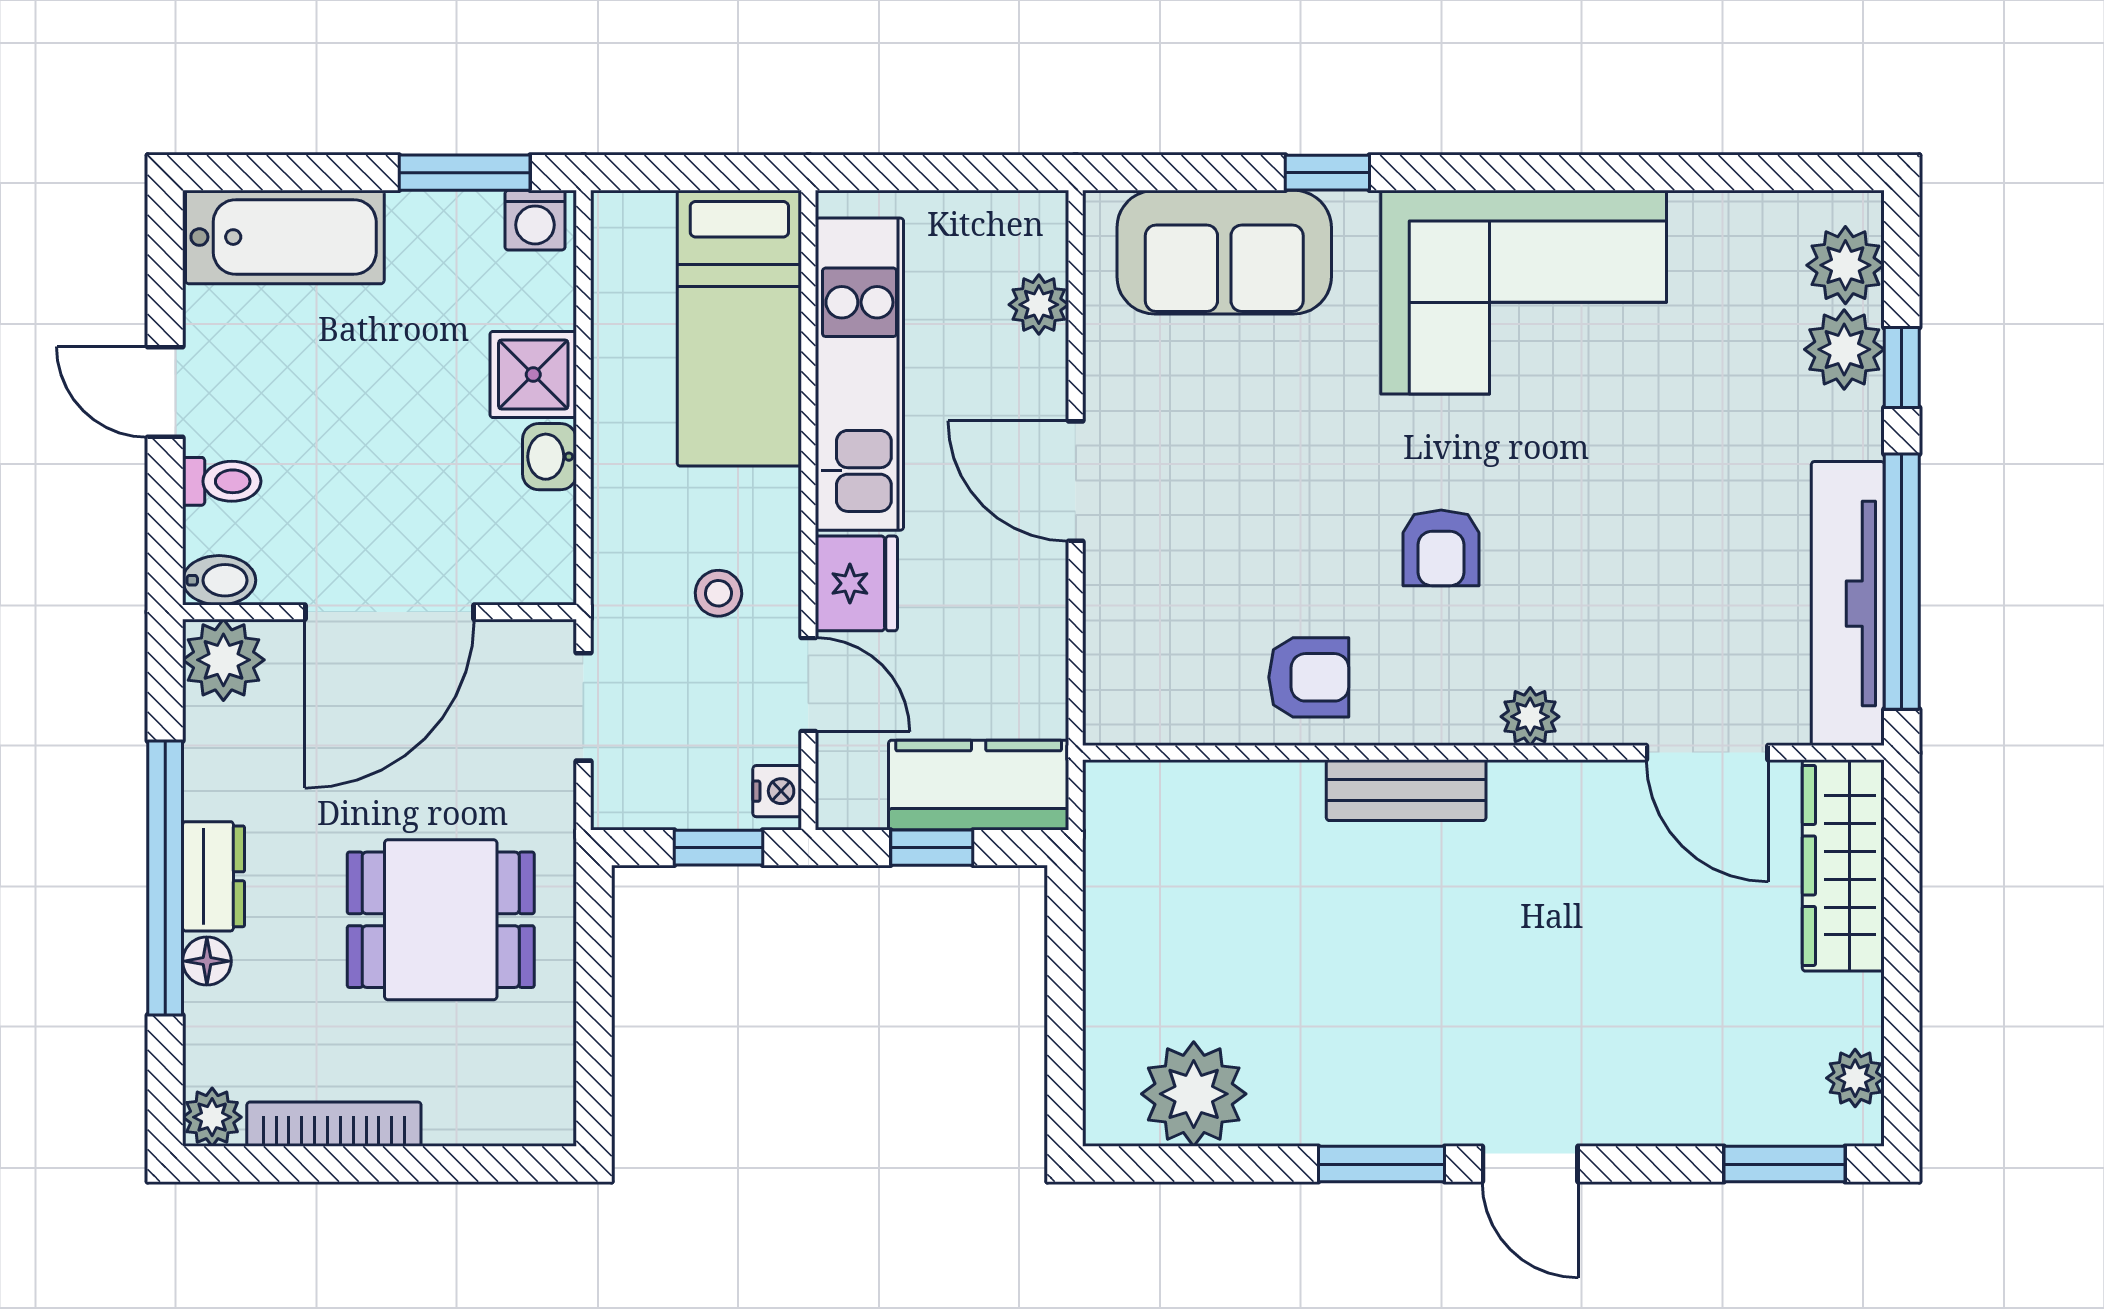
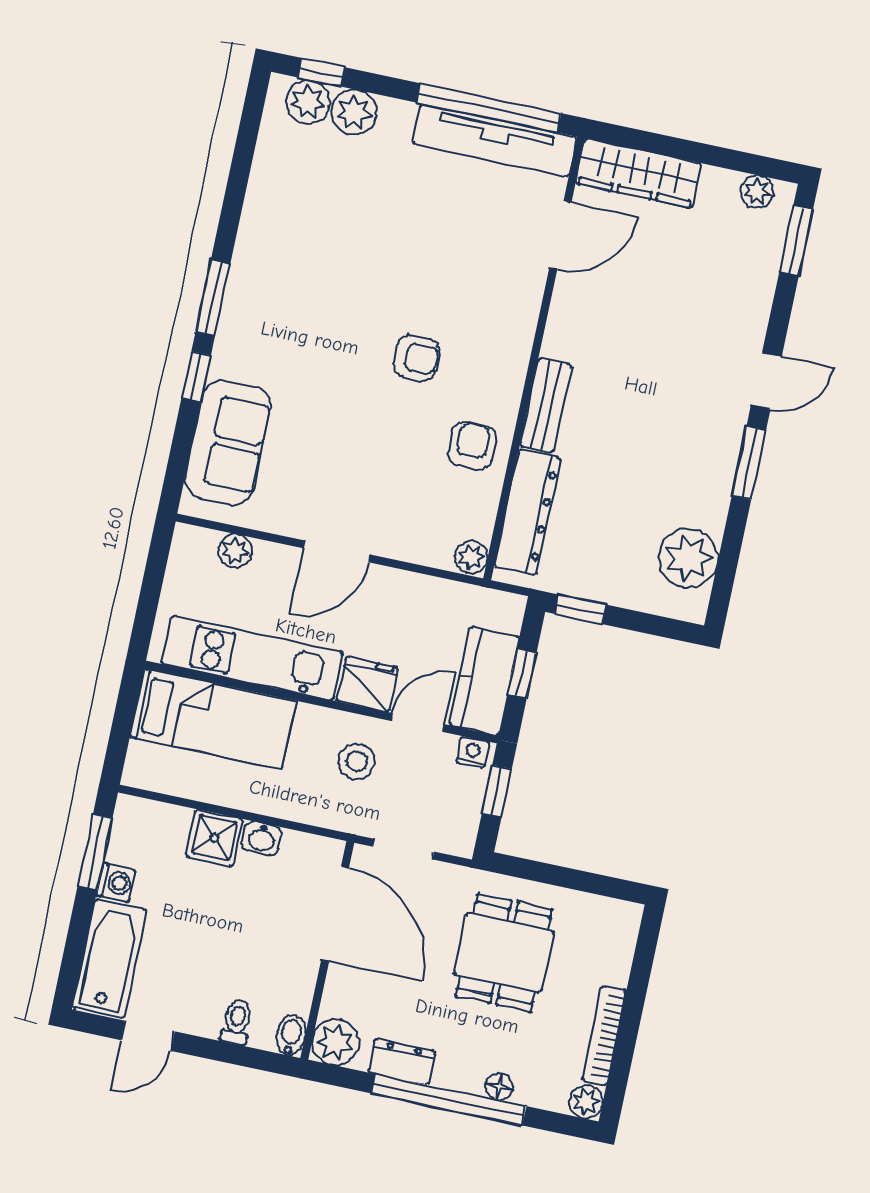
window: (1470, 173) -> (213, 298), added
washing machine: (535, 220) -> (116, 882), moved
corner sofa: (1524, 292) -> (285, 282), removed
window: (1902, 368) -> (321, 72), moved
door: (165, 392) -> (148, 1036), moved
stool: (718, 593) -> (357, 761), width x1.37, depth x1.37
door: (389, 612) -> (335, 914), moved
plant: (1530, 717) -> (471, 557), moved
kitchen counter: (979, 785) -> (484, 681), moved
dresser: (1214, 798) -> (527, 512), added
dresser: (214, 876) -> (402, 1062), moved
window: (1065, 926) -> (581, 609), added

